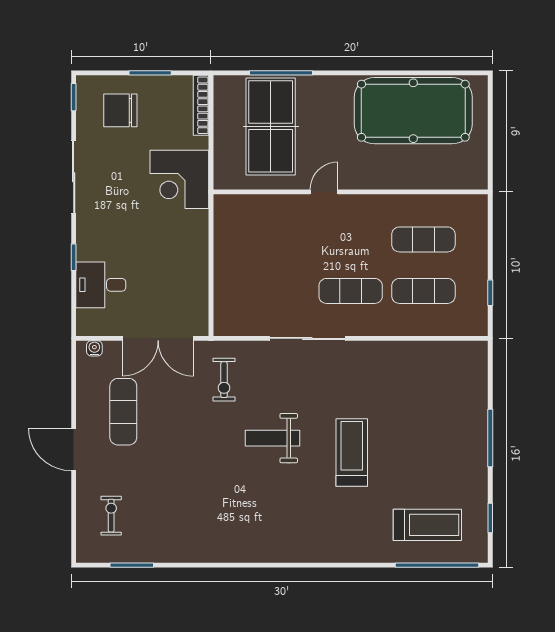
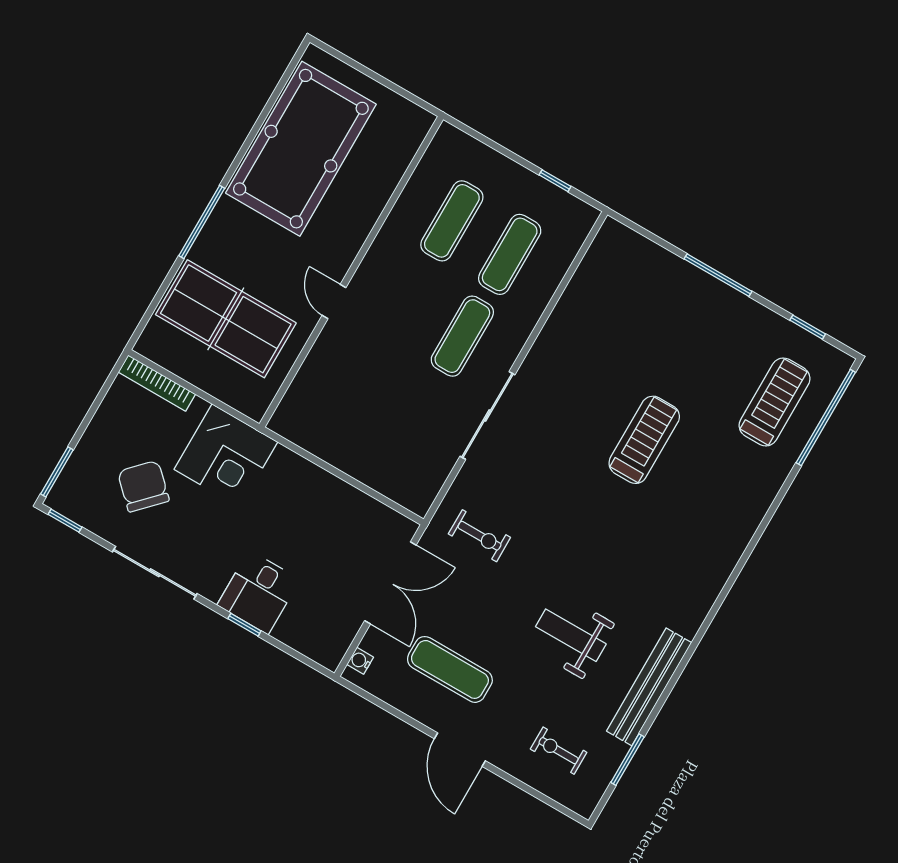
window: (150, 73) -> (57, 472), moved
window: (281, 73) -> (202, 222), moved
chair: (120, 110) -> (143, 486), moved, turned 134
desk: (101, 285) -> (259, 592), moved
weight bench: (272, 438) -> (571, 635), moved, turned 90
door: (74, 449) -> (460, 750), hinge flipped
treadmill: (352, 453) -> (644, 440), turned 90
bench: (189, 551) -> (649, 687), added

